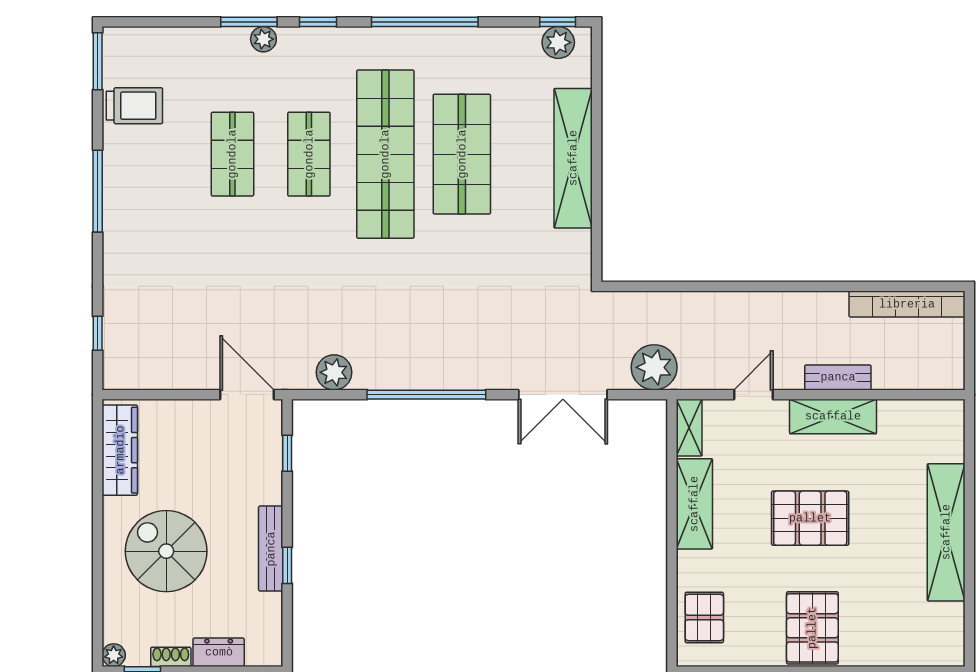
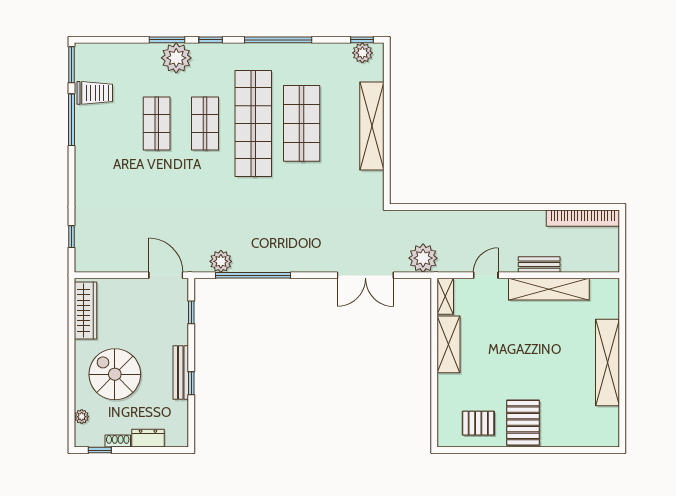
plant: (263, 39) -> (176, 58), width x1.87, depth x1.87
window: (98, 191) -> (72, 120), moved
window: (426, 395) -> (253, 275), moved
shelving: (833, 416) -> (549, 289), width x1.47
pallet: (810, 518) -> (522, 353), removed
pallet: (704, 617) -> (478, 423), moved, turned 90
plant: (114, 655) -> (82, 417), moved

